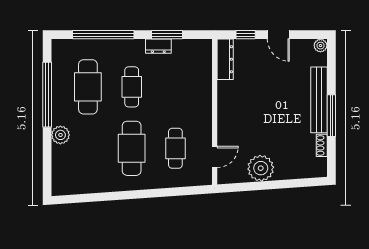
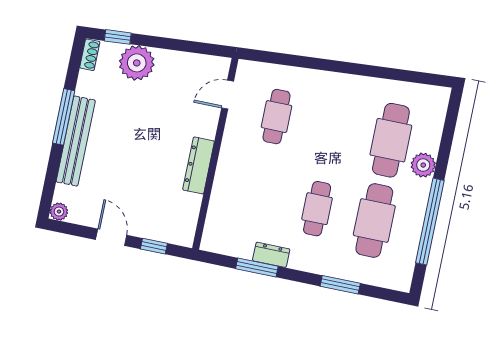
window: (103, 35) -> (340, 285), width x0.47
dresser: (225, 59) -> (199, 165), moved
shoe rack: (322, 145) -> (90, 55), moved
cafe table: (132, 148) -> (391, 140), moved
plant: (261, 168) -> (137, 63), moved
window: (304, 183) -> (118, 37), added

